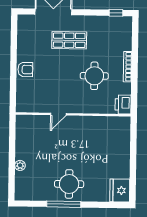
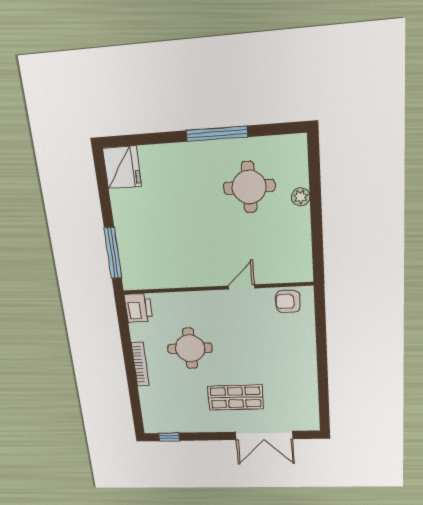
armchair: (25, 70) -> (288, 301), moved
window: (133, 140) -> (113, 253), added
round table: (69, 184) -> (249, 187), moved

